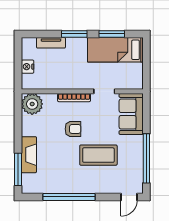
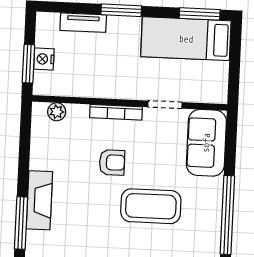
window: (112, 34) -> (200, 14), moved
window: (18, 70) -> (28, 64), added
plant: (32, 104) -> (57, 112), width x0.53, depth x0.53

